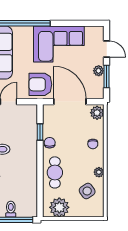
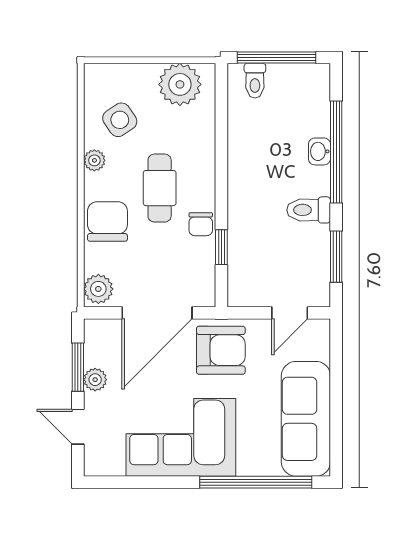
door: (70, 102) -> (157, 313), hinge flipped
chair: (93, 144) -> (107, 221), width x1.87, depth x1.87
cafe table: (55, 172) -> (160, 188), moved
toilet: (11, 209) -> (255, 81), moved

